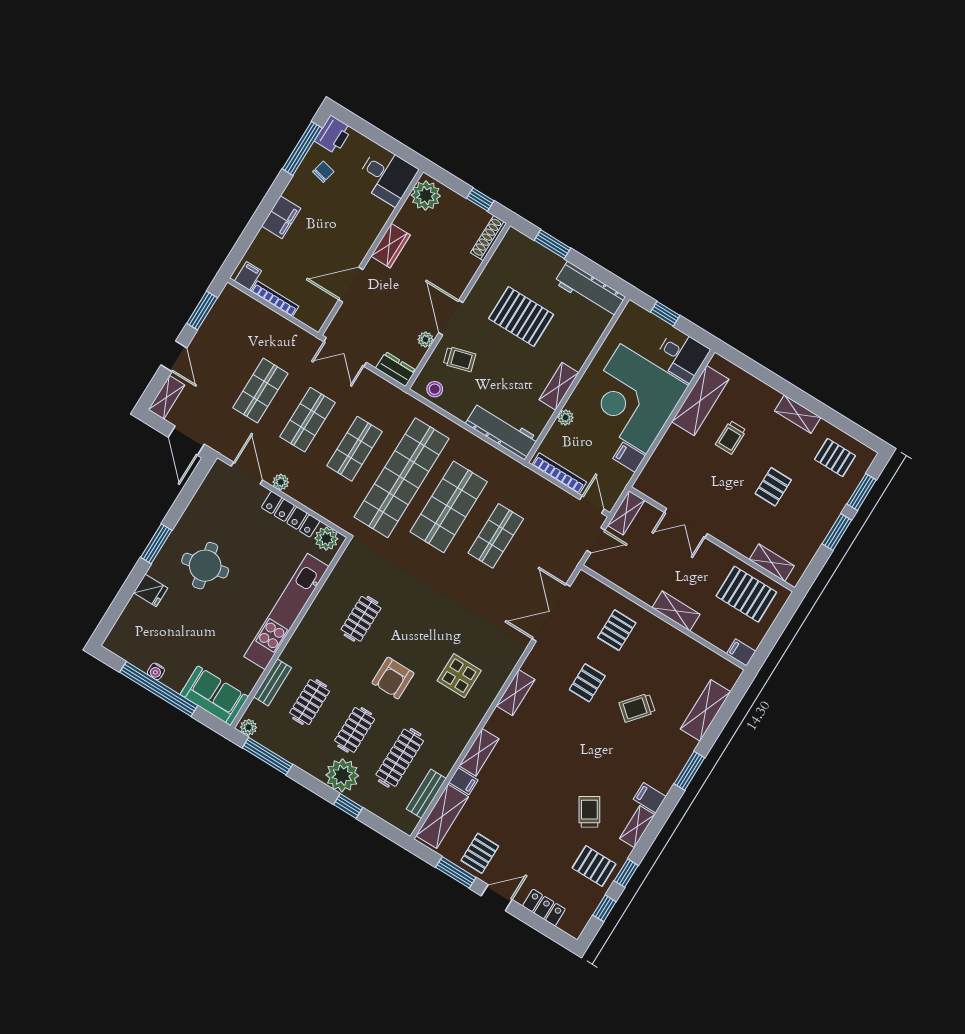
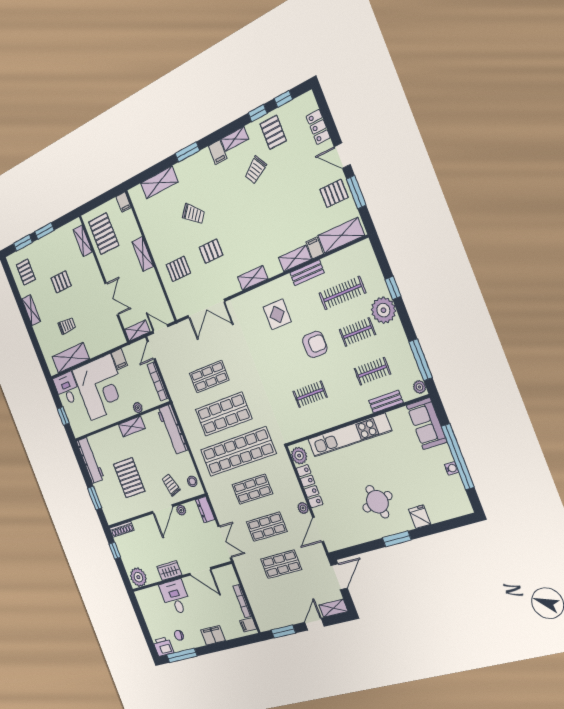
desk: (387, 176) -> (175, 597), moved
bench: (426, 794) -> (307, 273), moved

